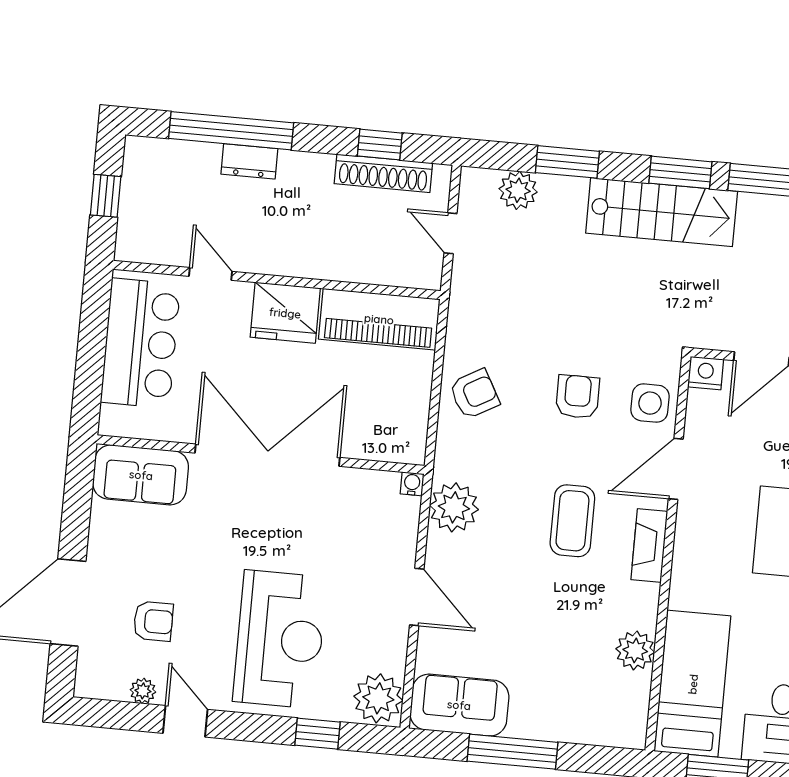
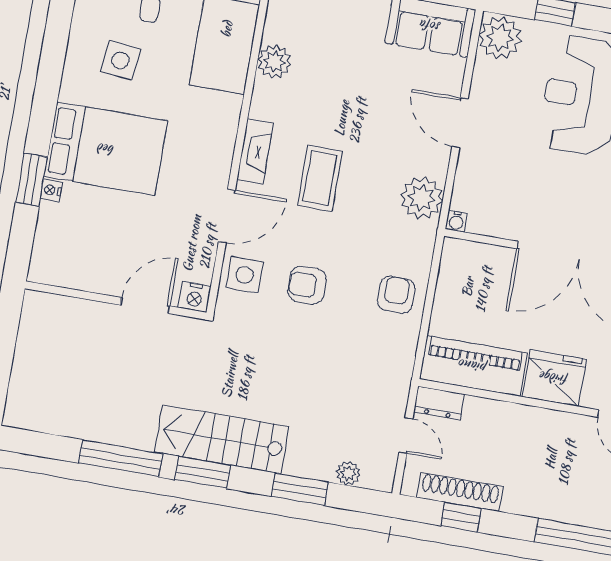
dresser: (249, 161) -> (439, 403), moved, turned 180
plant: (518, 190) -> (348, 473), width x0.73, depth x0.73
armchair: (474, 394) -> (396, 295), turned 119
armchair: (578, 397) -> (307, 285), turned 90

